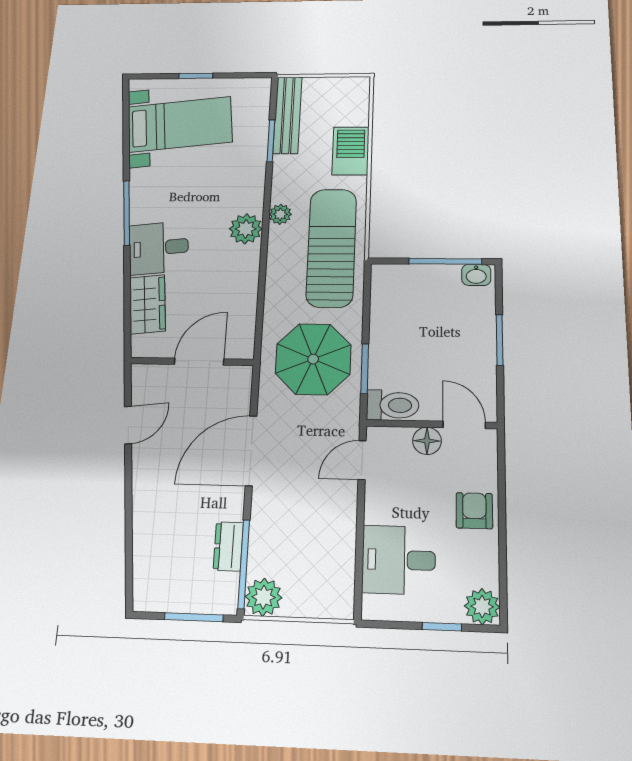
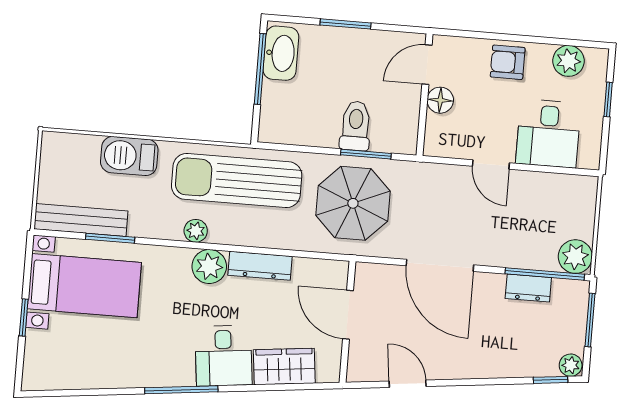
bed with nightstands: (180, 124) -> (84, 286), moved, turned 96
dresser: (247, 275) -> (260, 266), added
washbasin: (476, 275) -> (281, 53), width x1.91, depth x1.45
toilet: (393, 405) -> (356, 126), moved
door: (362, 460) -> (491, 164), moved
window: (129, 576) -> (550, 380), added
plant: (145, 598) -> (571, 365), added
plant: (482, 607) -> (568, 61), moved

